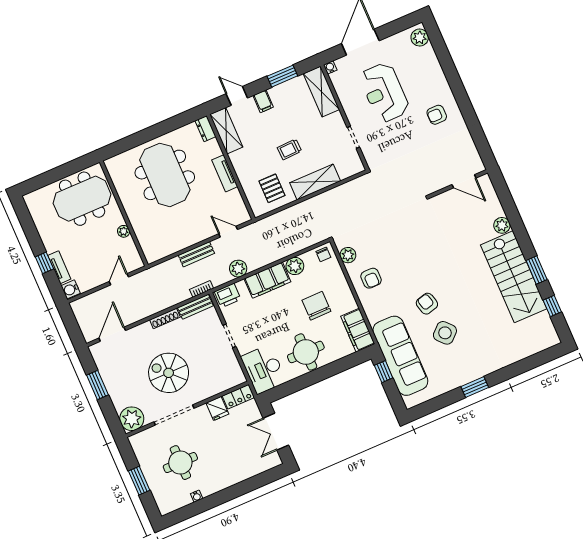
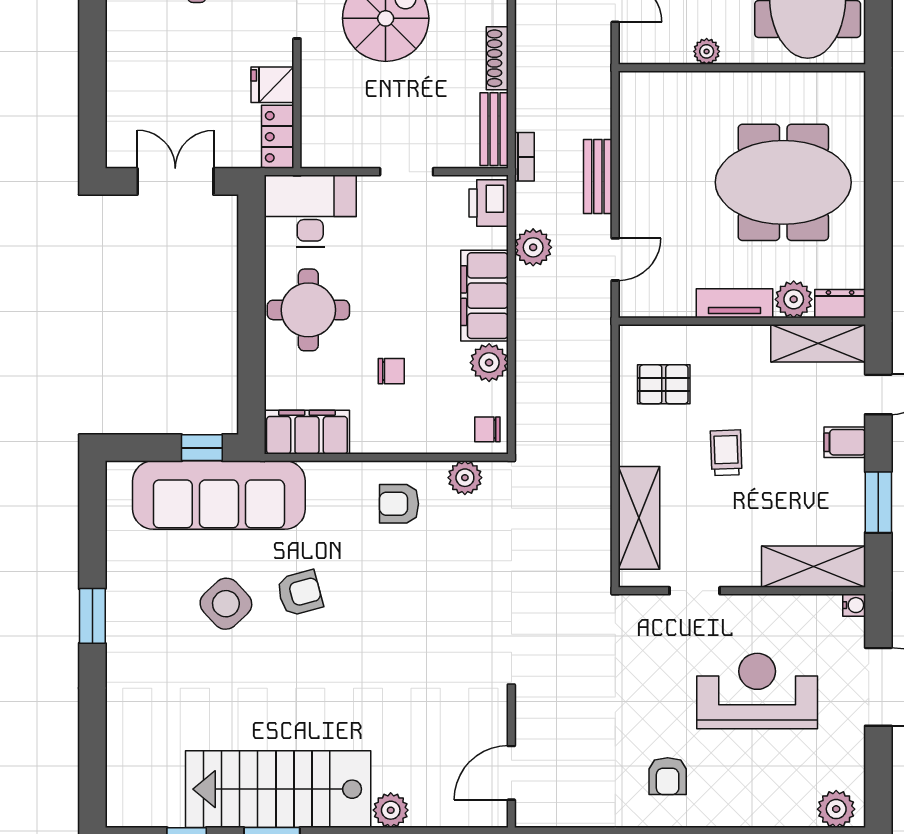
armchair: (437, 115) -> (668, 776), turned 180
plant: (212, 149) -> (794, 299), added
shelving: (315, 182) -> (639, 518), moved
chair: (316, 306) -> (391, 371), width x0.54, depth x0.54

